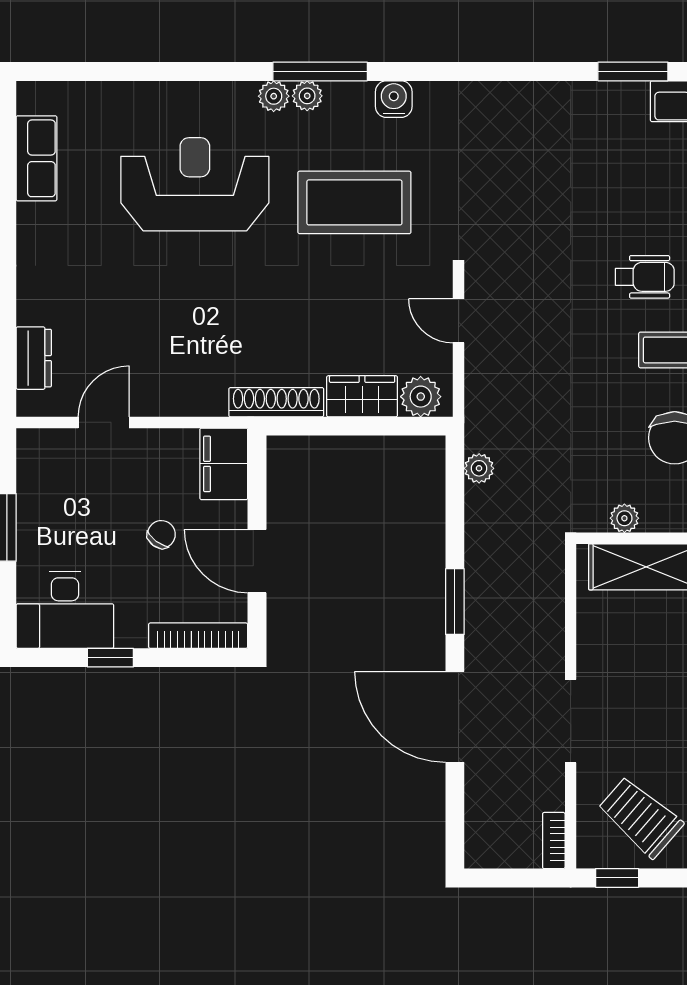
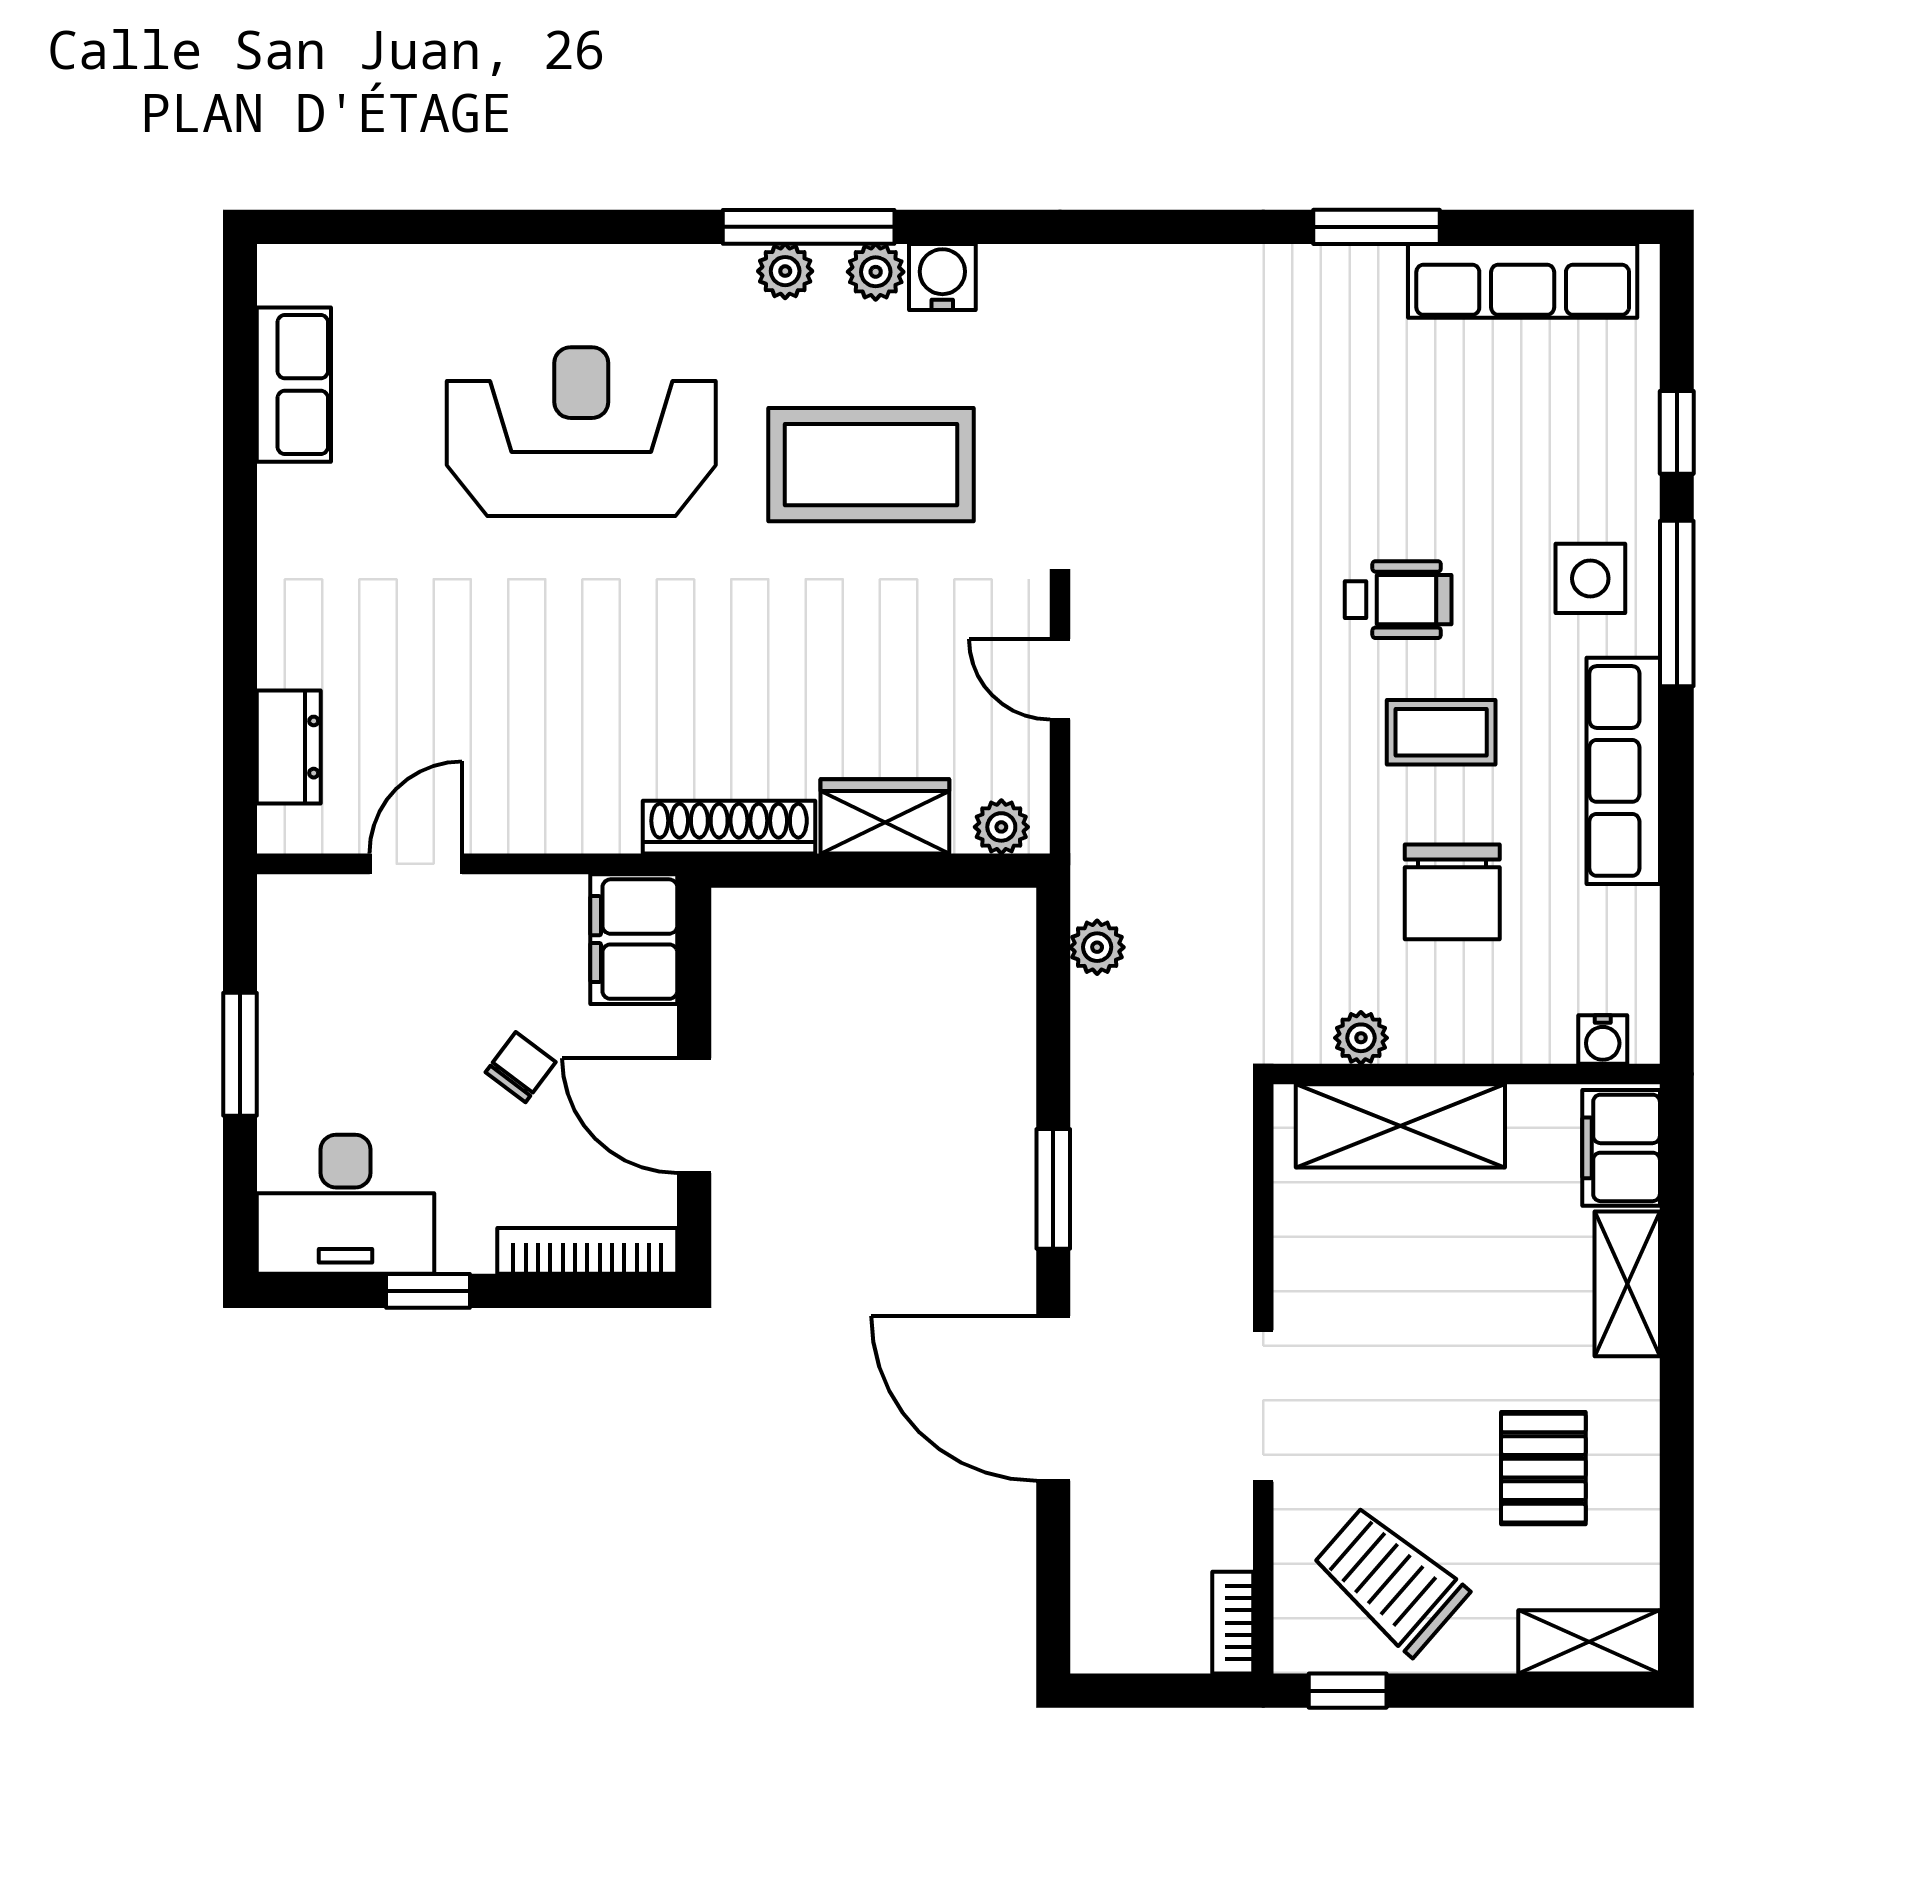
plant: (274, 96) -> (876, 272), moved
plant: (421, 397) -> (1001, 827), width x0.73, depth x0.73

